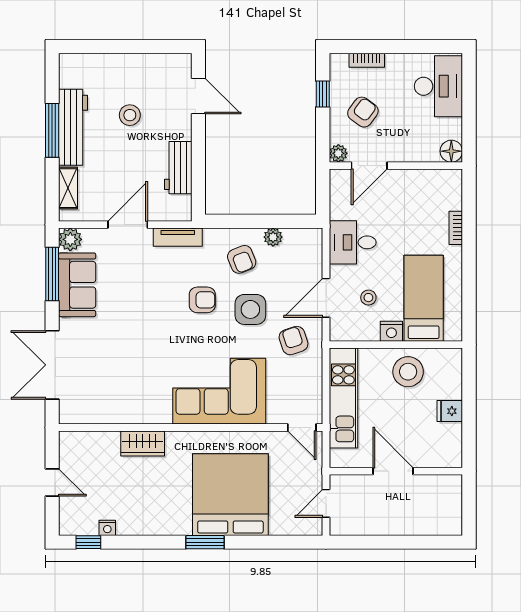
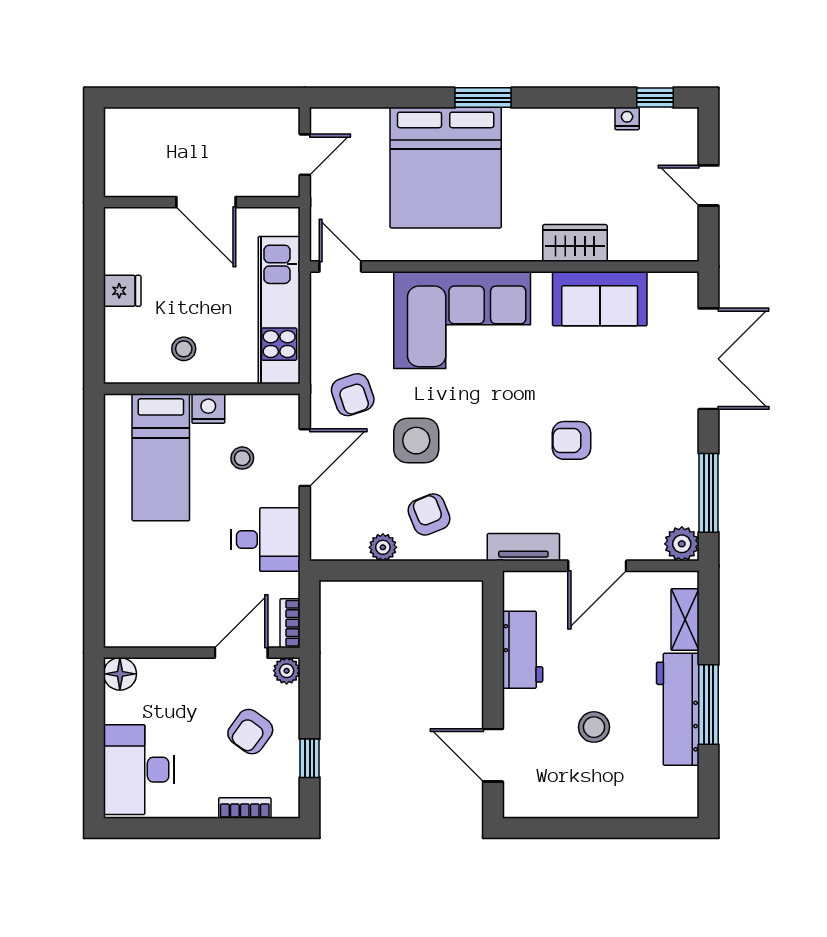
bookcase: (456, 228) -> (290, 623), moved, turned 180
sofa: (77, 285) -> (600, 299), moved, turned -90
armchair: (202, 300) -> (571, 440), moved
stool: (408, 372) -> (184, 349), width x0.53, depth x0.53

